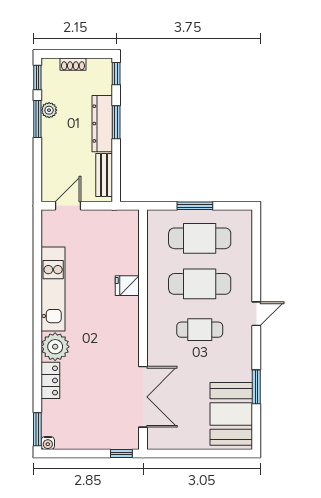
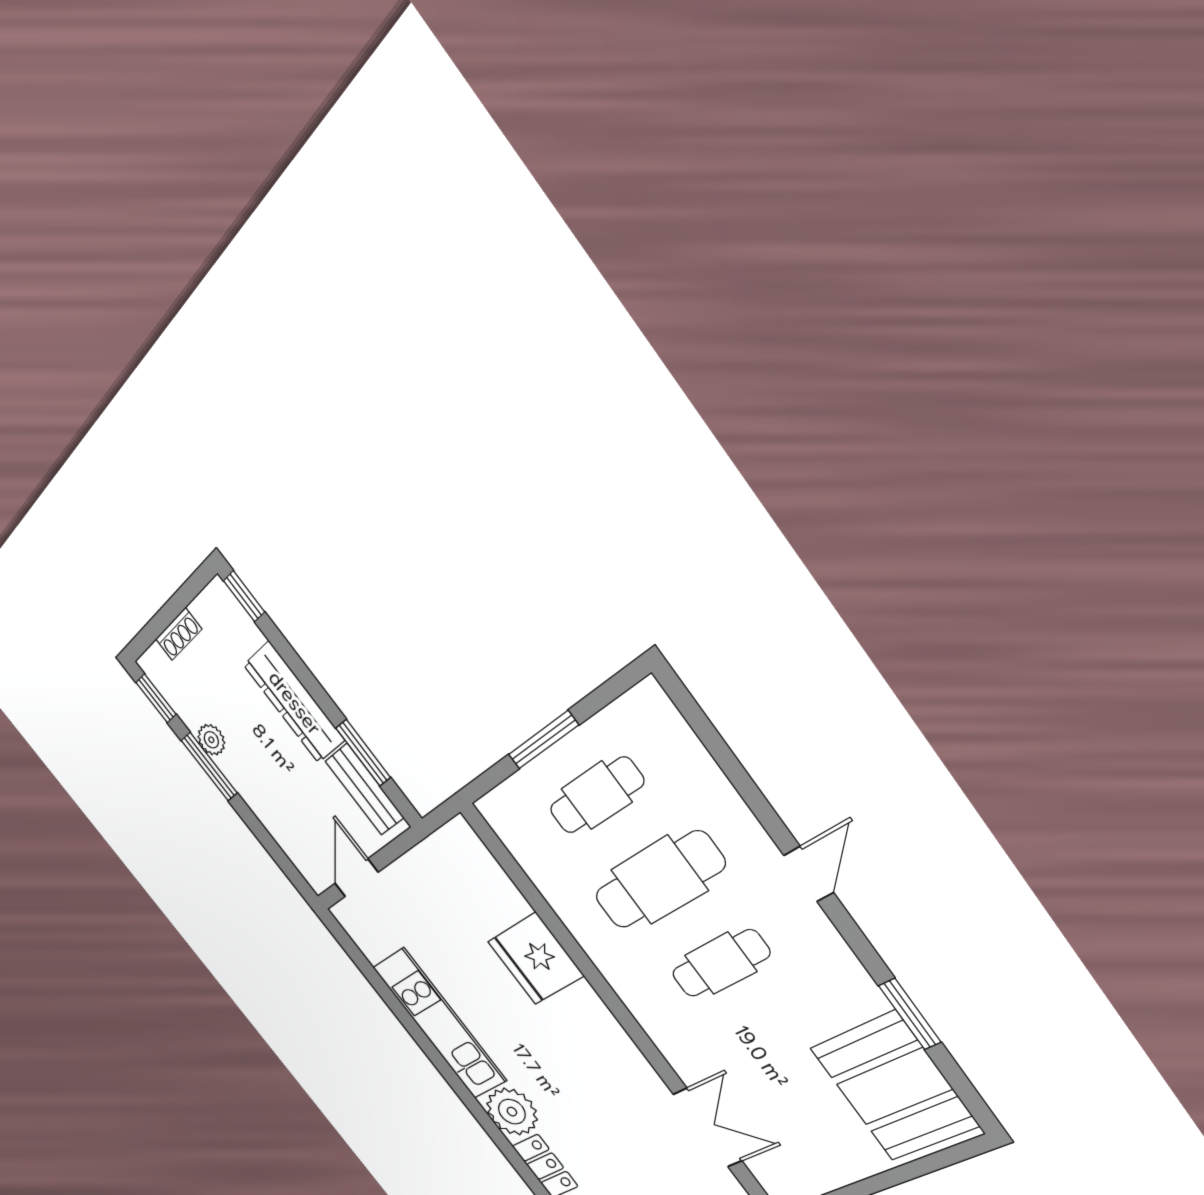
window: (116, 122) -> (363, 753), moved
cafe table: (200, 238) -> (596, 795), width x0.73, depth x0.74
fridge: (127, 286) -> (536, 959), width x1.88, depth x1.34
double door: (143, 397) -> (708, 1128), width x0.73

